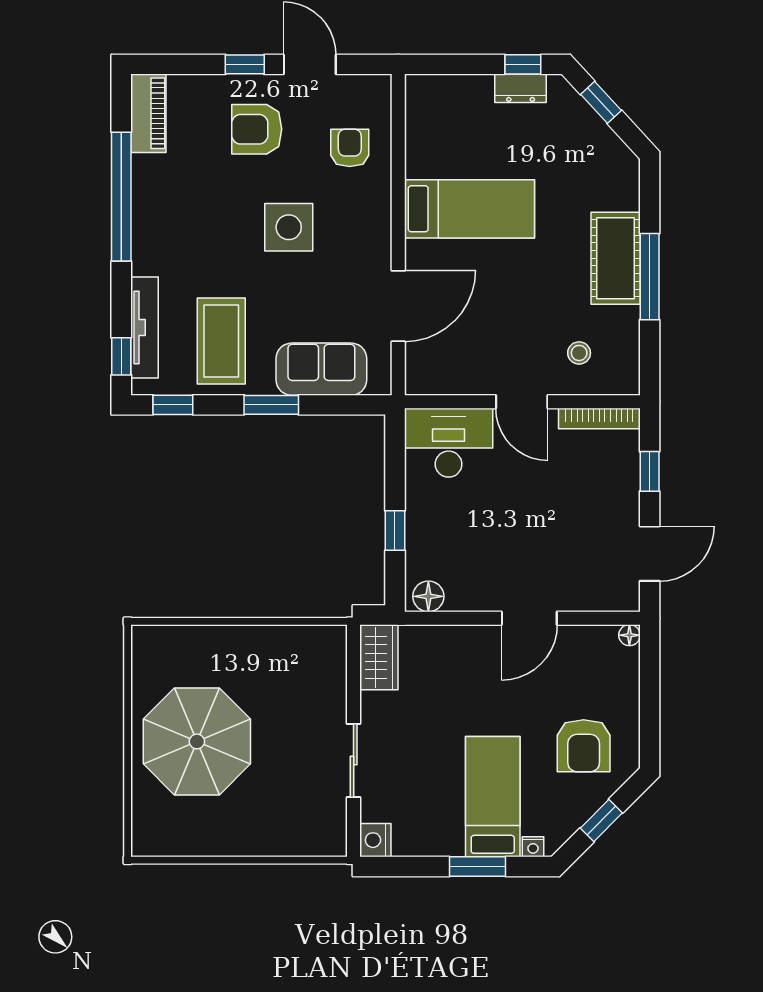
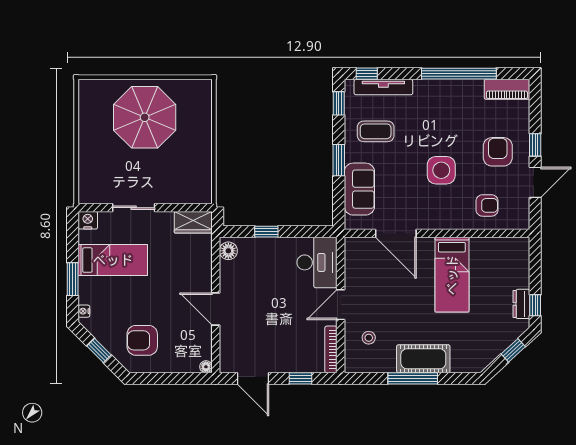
coffee table: (221, 341) -> (376, 131), width x0.73, depth x0.76
bed: (493, 797) -> (113, 260), moved

